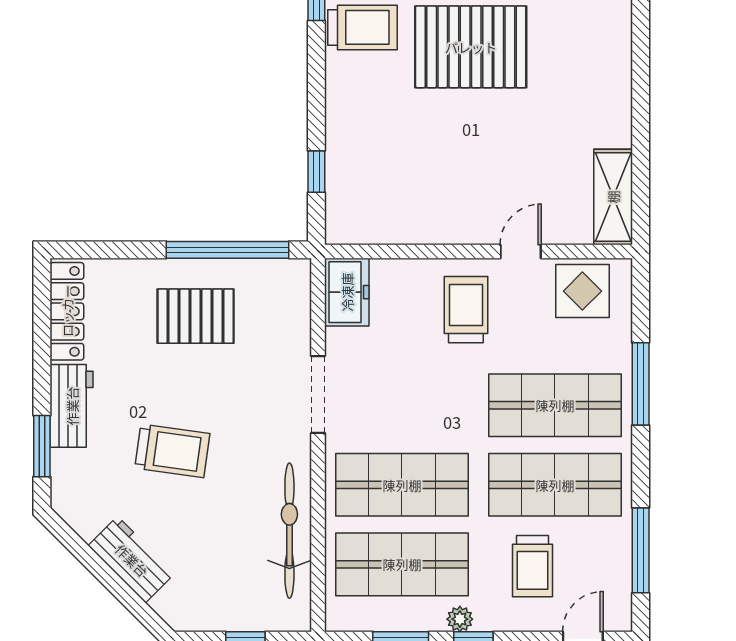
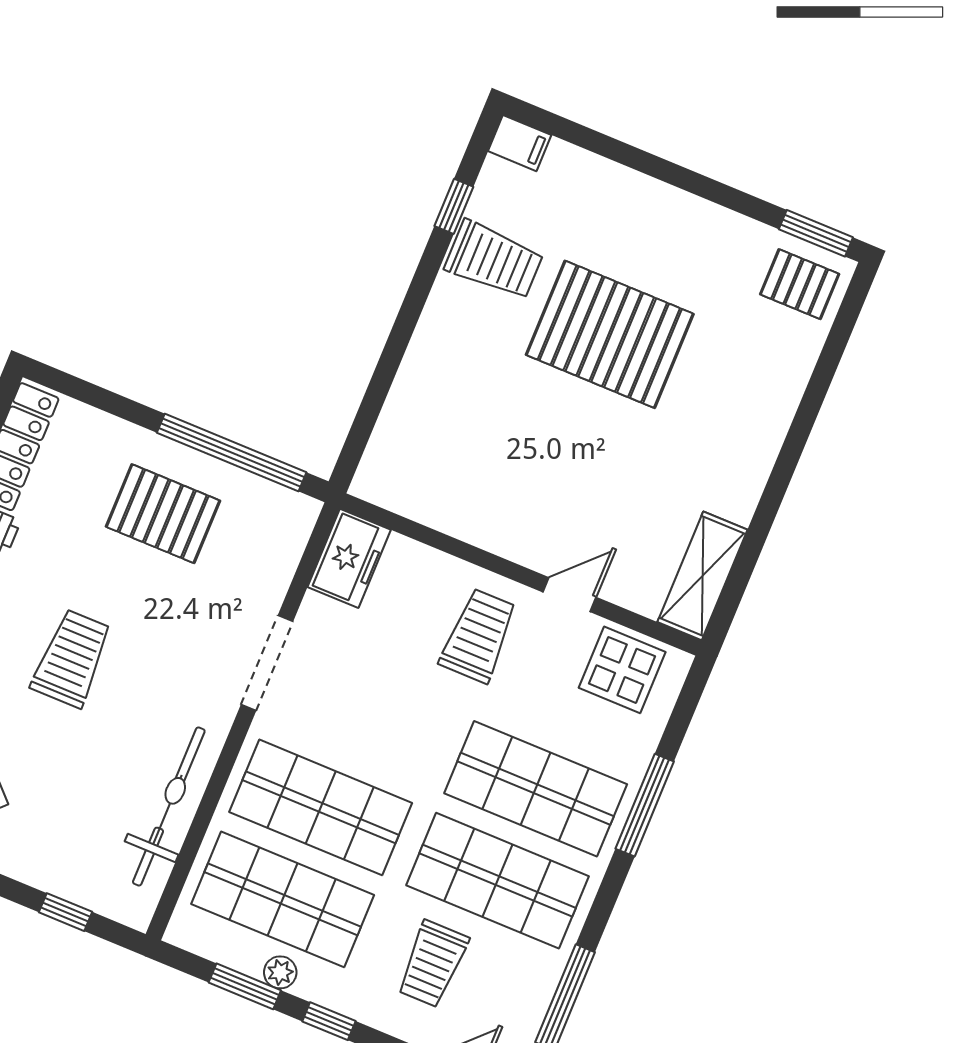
window: (316, 172) -> (372, 405), removed
trolley: (172, 451) -> (72, 658), turned -98
plant: (460, 619) -> (280, 972), moved

